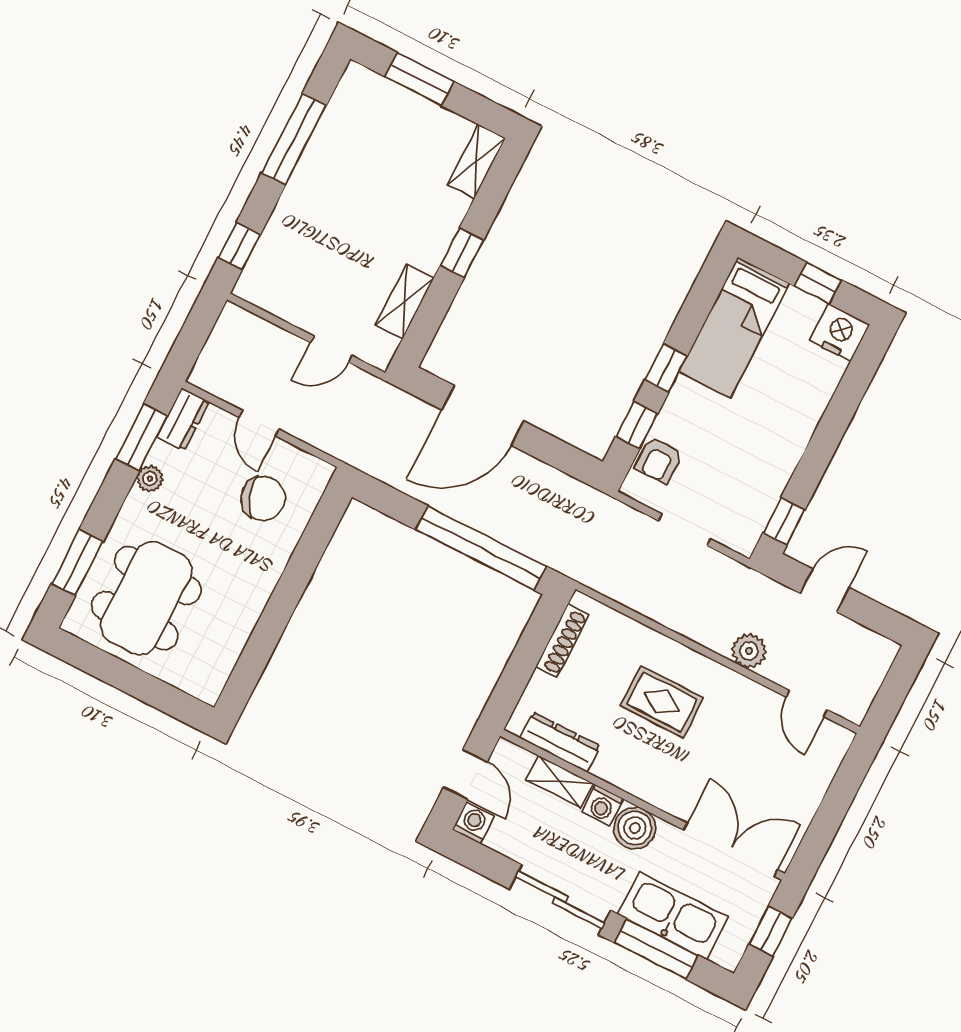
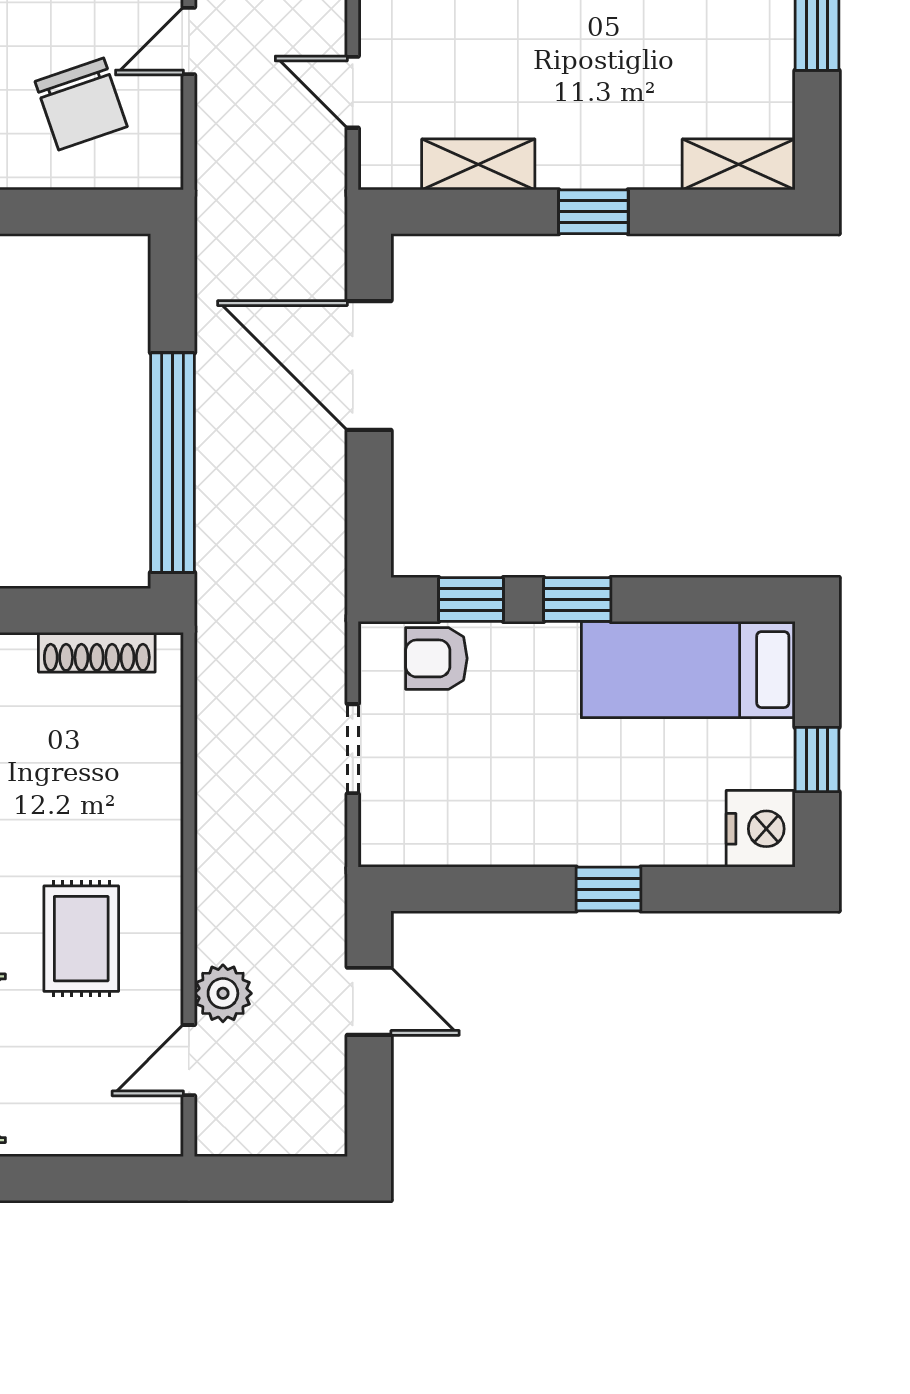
window: (784, 521) -> (608, 889), moved
plant: (749, 651) -> (223, 993), moved
rug: (662, 702) -> (81, 939), moved

